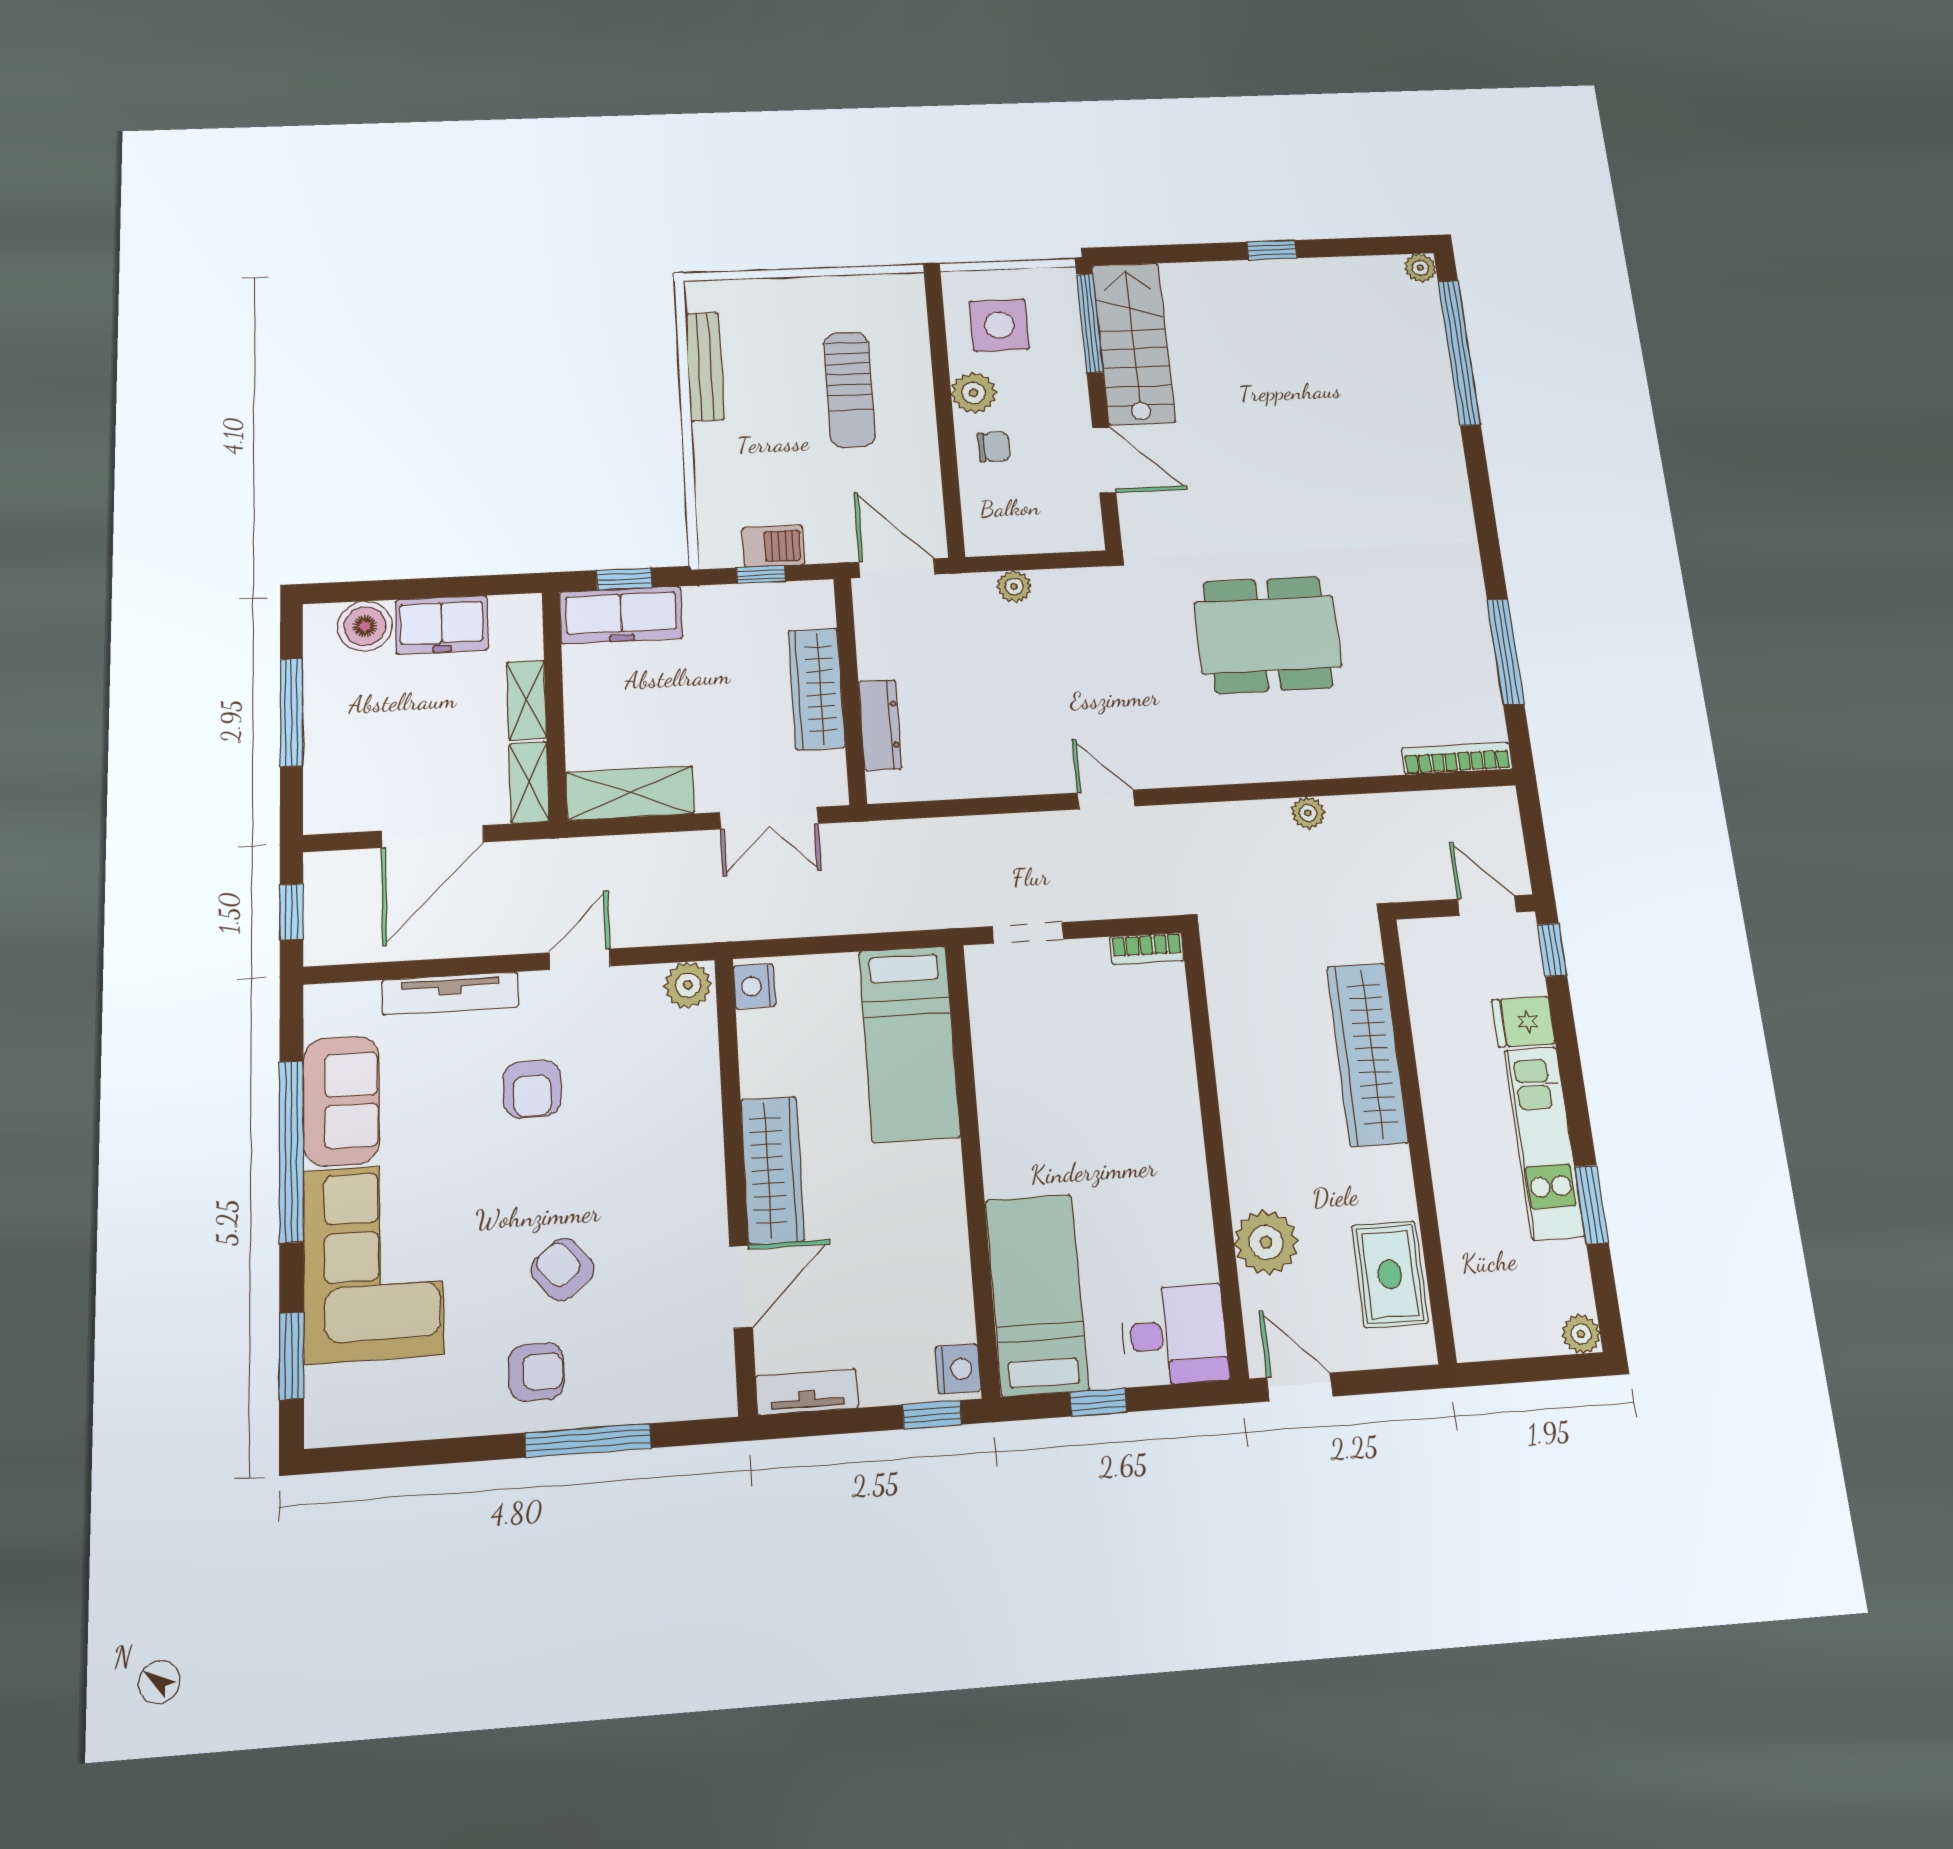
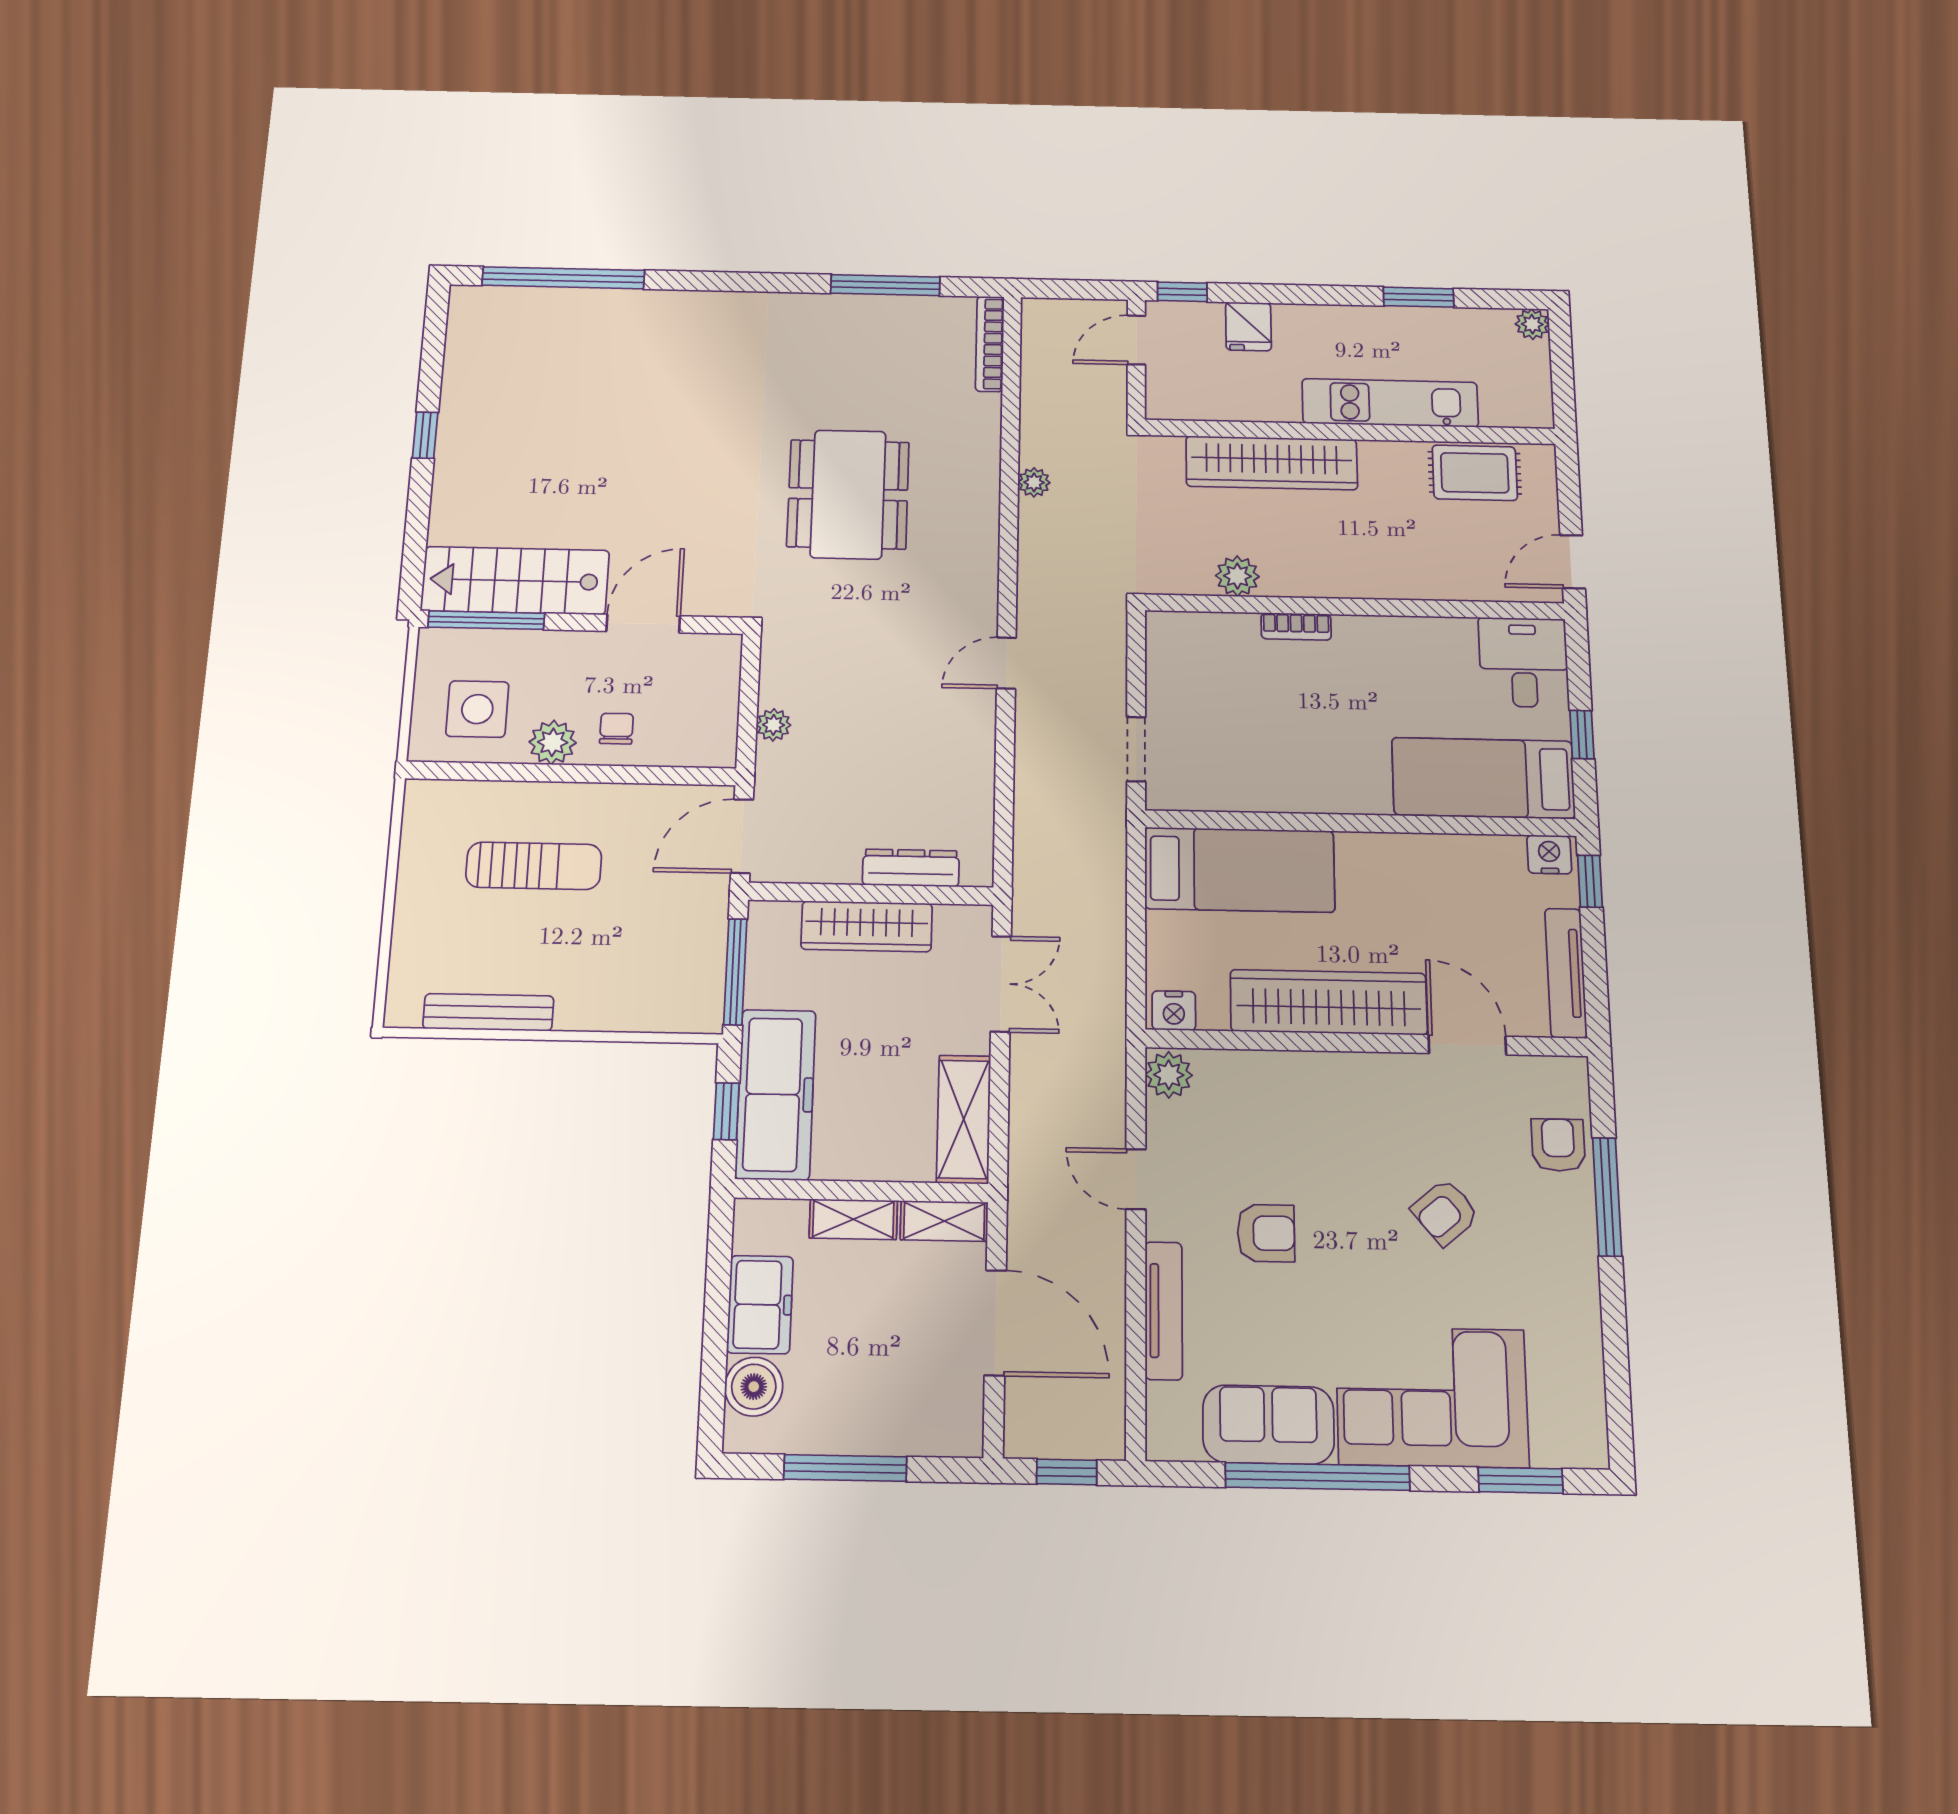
plant: (1420, 268) -> (464, 299), removed
barbecue: (773, 546) -> (705, 957), removed
window: (761, 575) -> (735, 972), width x2.17
freezer: (621, 615) -> (776, 1094), width x1.36, depth x1.26
bookcase: (1147, 949) -> (1296, 626), moved, turned 90
kitchen unit: (1544, 1143) -> (1390, 403), moved, turned 180
wardrobe: (772, 1170) -> (1329, 1002), width x1.40, depth x1.17
plant: (1266, 1242) -> (1237, 576), moved, width x0.73, depth x0.73
armchair: (536, 1372) -> (1558, 1145), moved
tv unit: (807, 1392) -> (1566, 973), width x1.41

